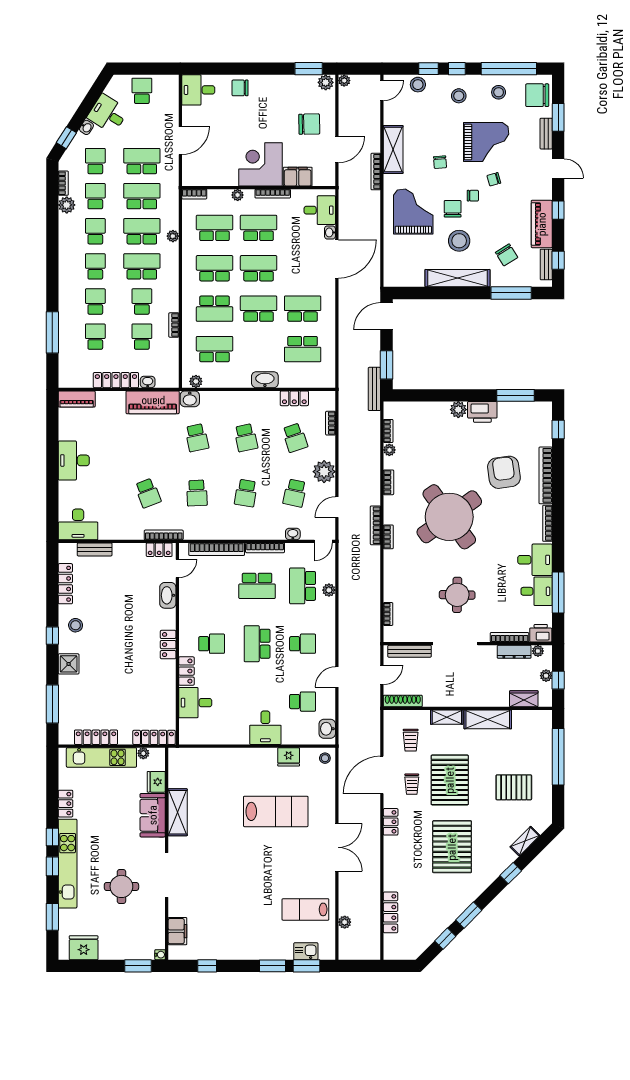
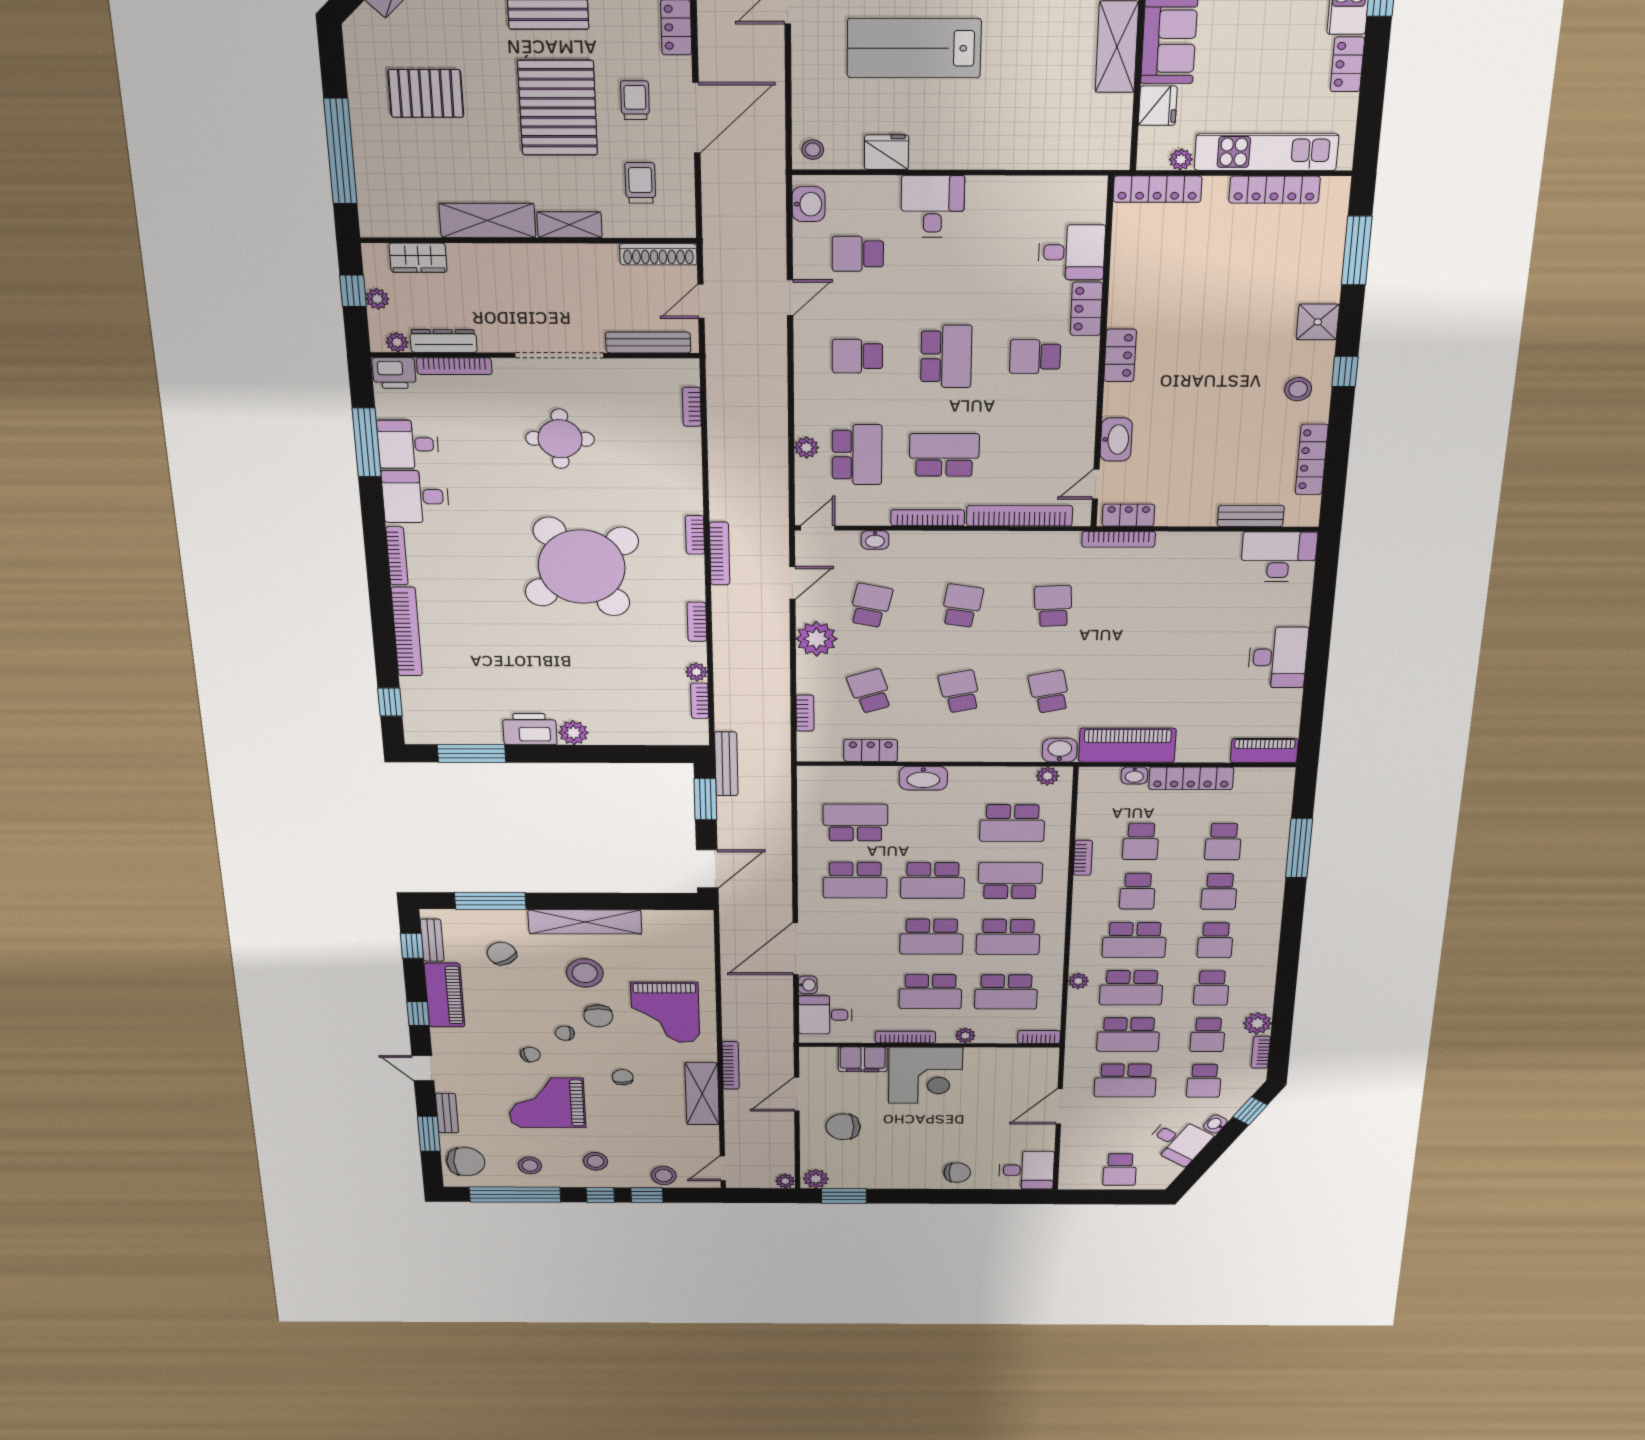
armchair: (504, 472) -> (484, 637), removed
school desk: (148, 493) -> (1144, 606), removed

